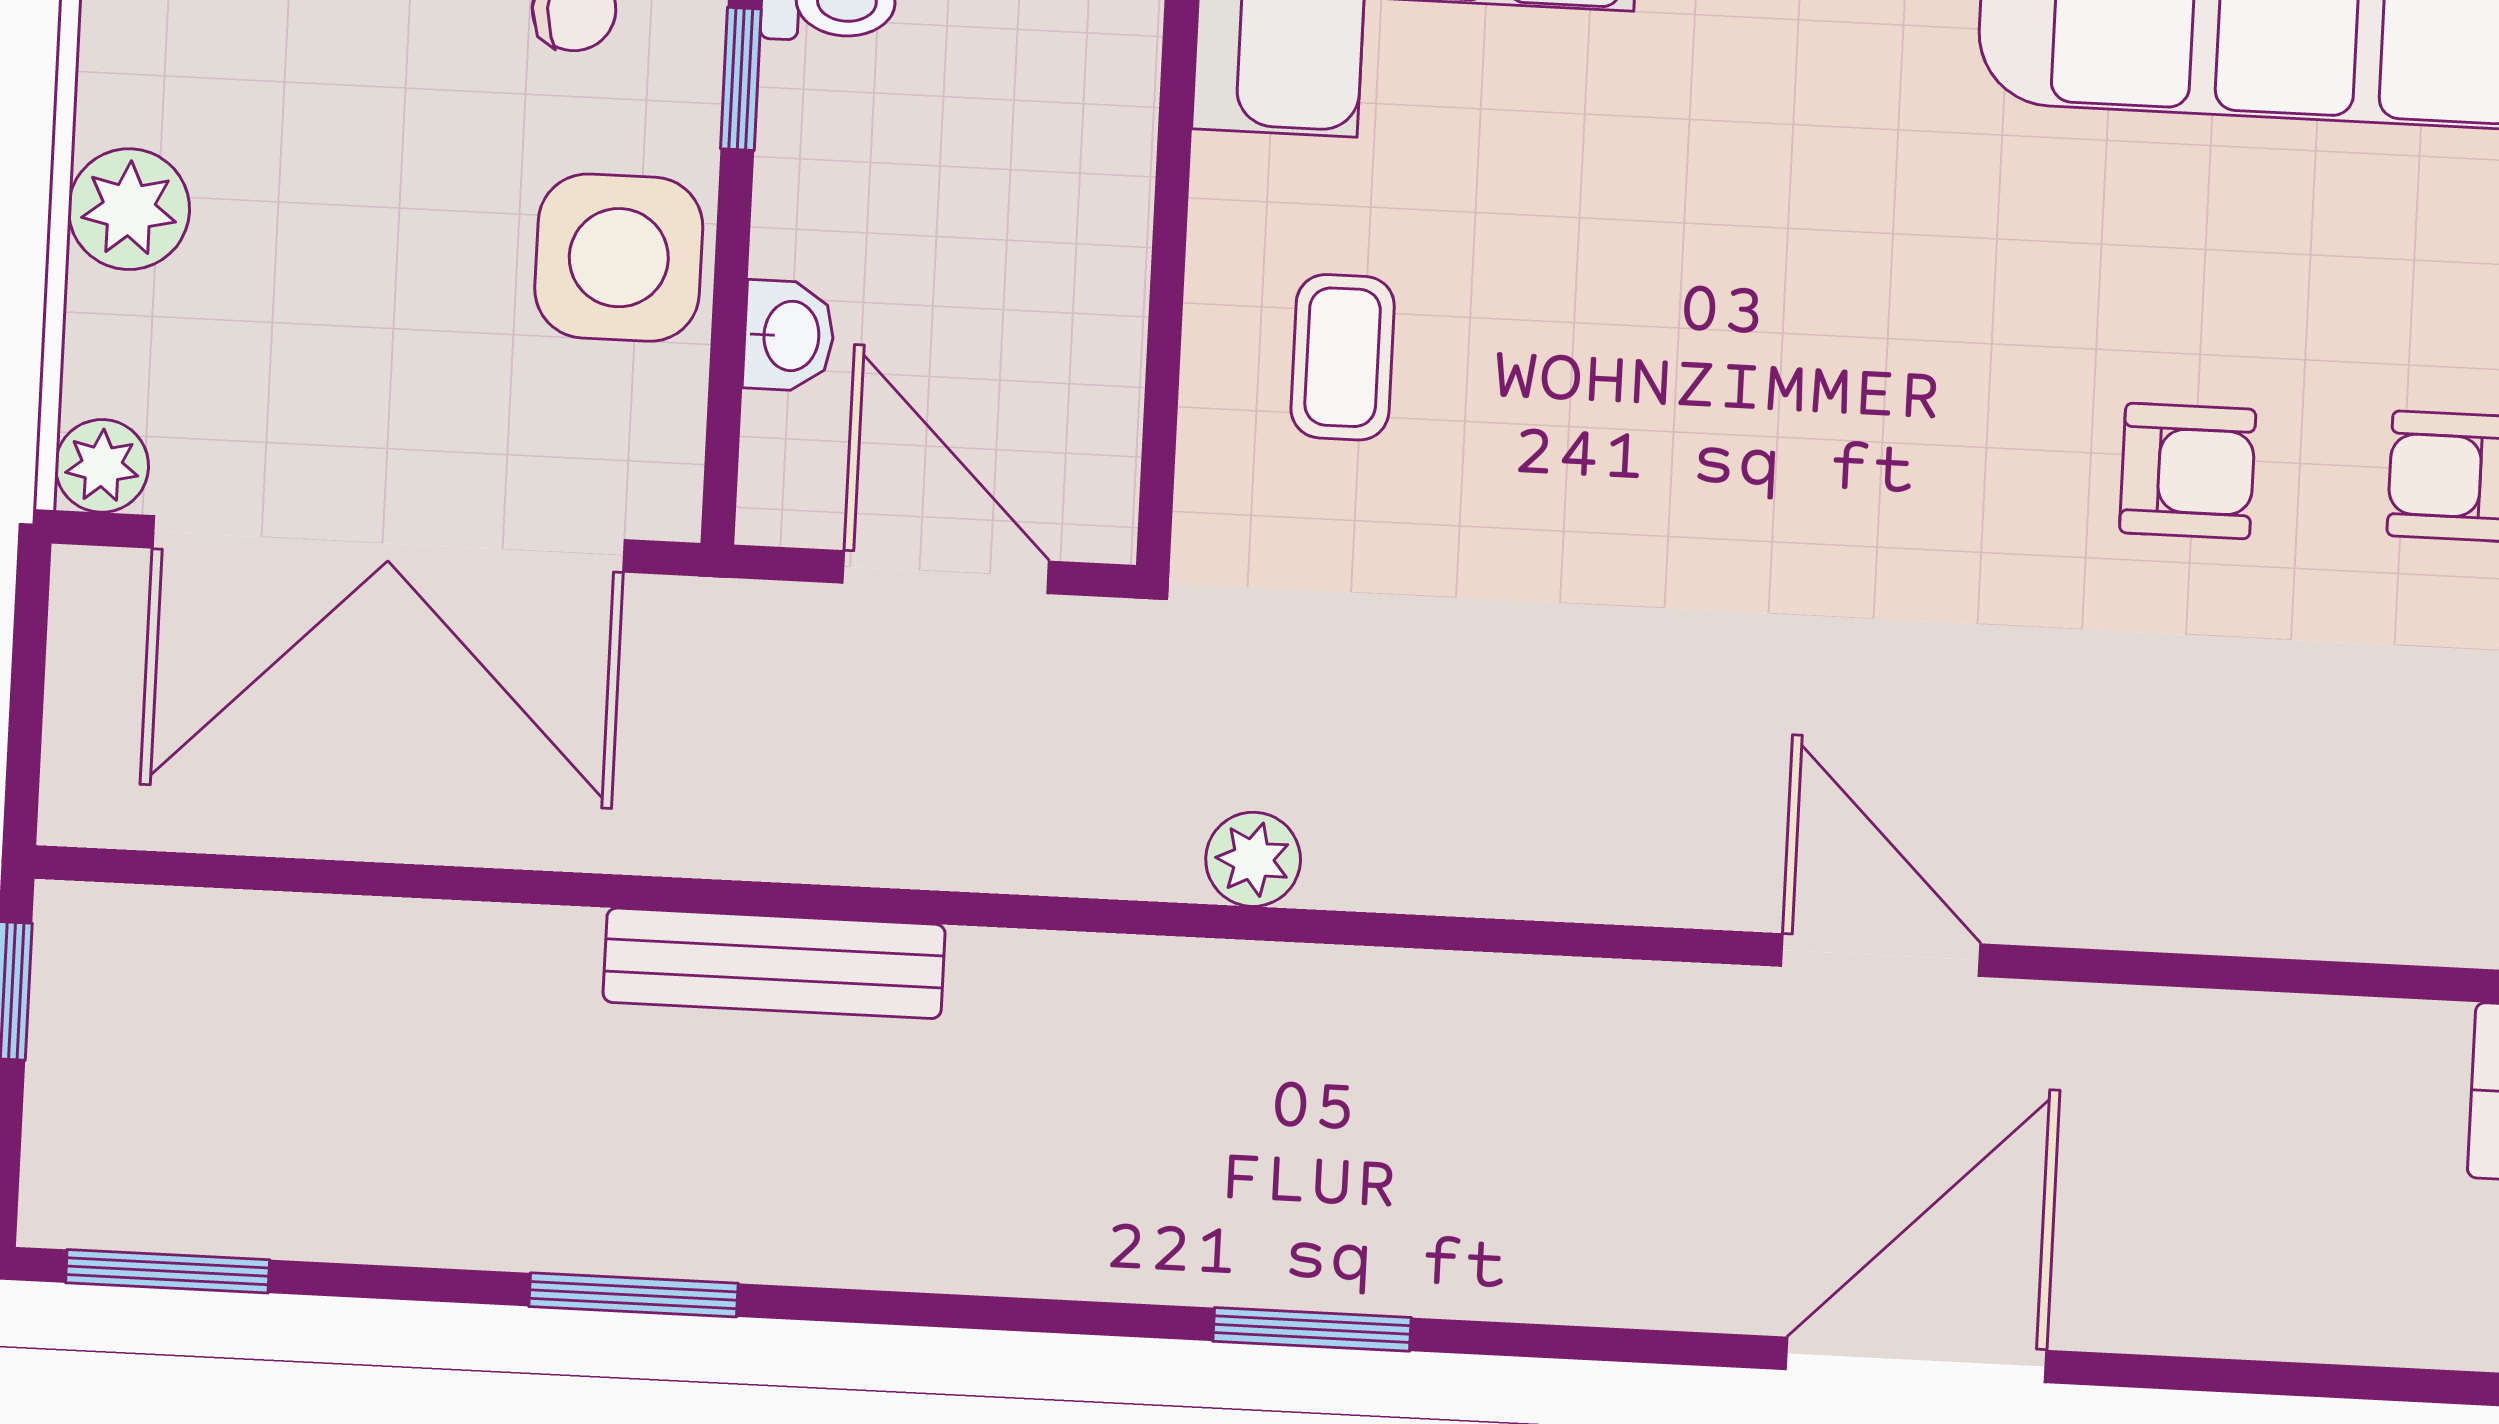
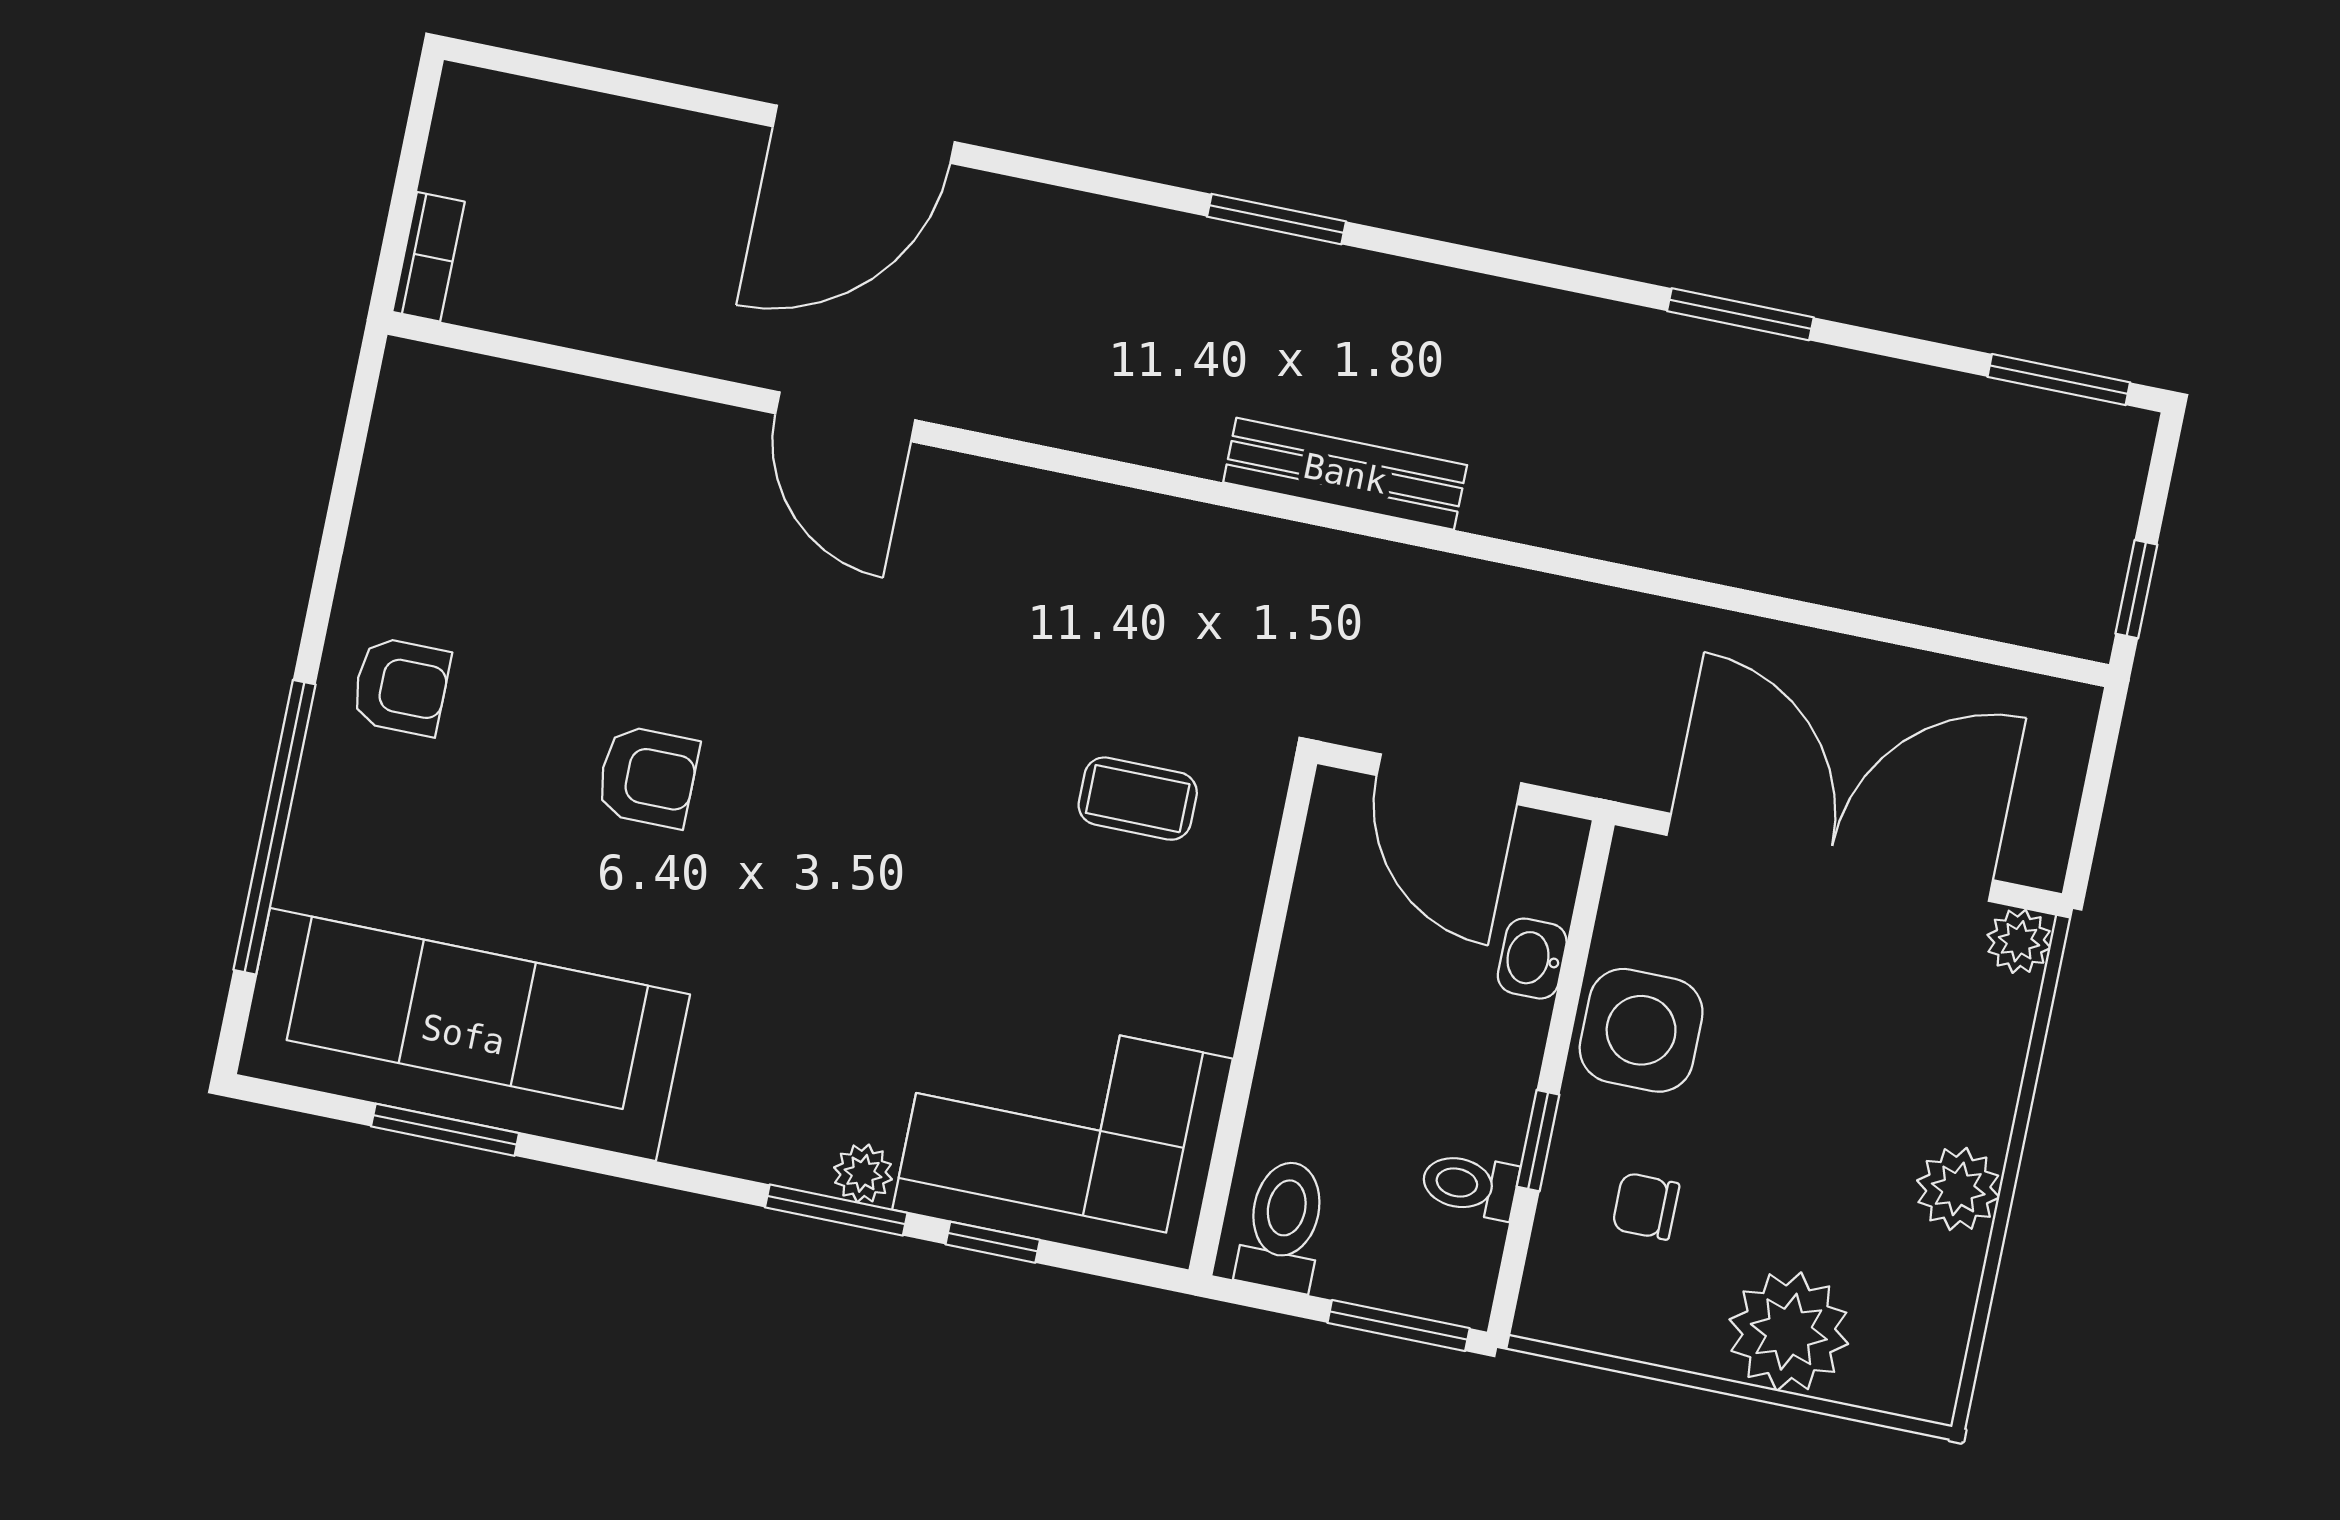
plant: (129, 209) -> (1958, 1189), moved
coffee table: (1343, 357) -> (1138, 799), moved, turned 90
armchair: (2188, 471) -> (648, 777), moved, turned 180
plant: (1253, 859) -> (1268, 549), removed
bench: (774, 963) -> (1345, 474), moved

